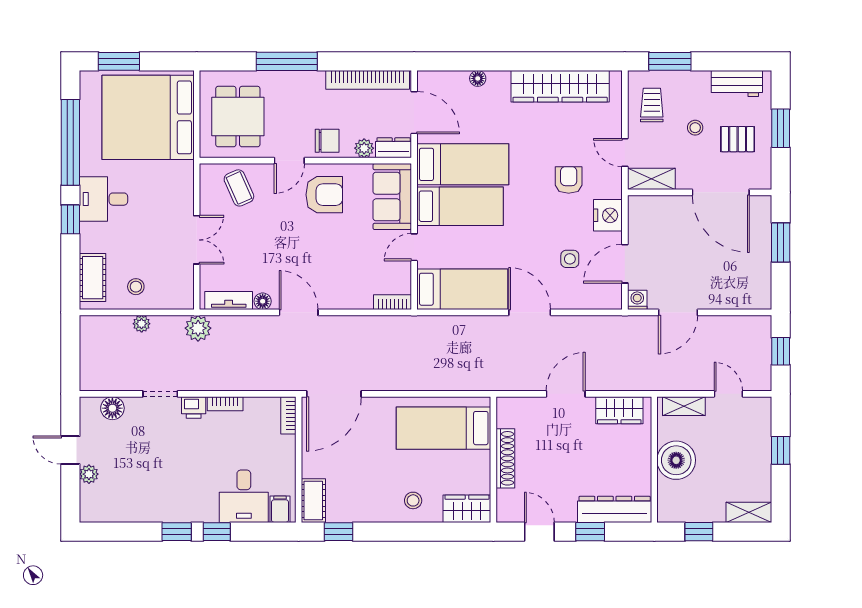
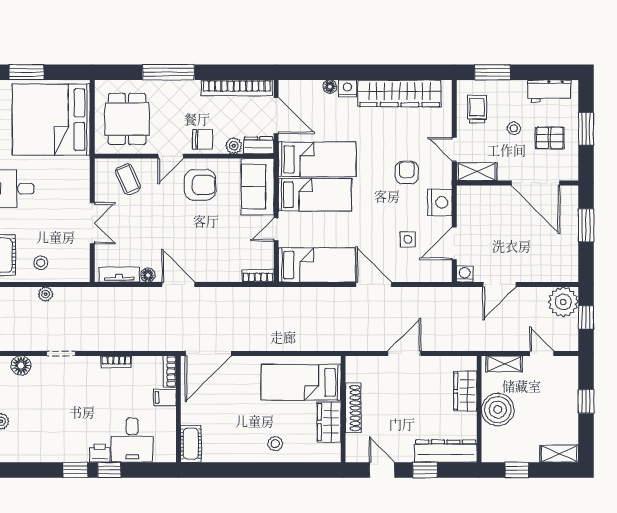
nightstand: (498, 80) -> (347, 88), added
plant: (198, 328) -> (563, 302), moved, width x1.36, depth x1.36
printer: (194, 407) -> (100, 453), moved, turned 180
wardrobe: (619, 410) -> (465, 391), moved, turned 90
filing cabinet: (280, 509) -> (165, 397), moved, turned -90
wardrobe: (467, 509) -> (329, 422), moved, turned -90
window: (339, 532) -> (212, 470), removed

